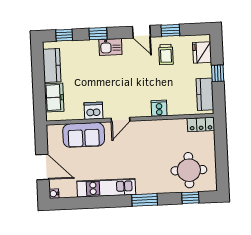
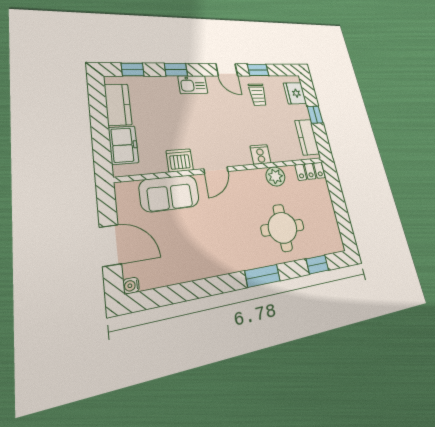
plant: (169, 127) -> (275, 176), added
round table: (189, 170) -> (283, 228), moved
kitchen unit: (106, 188) -> (209, 265), removed

